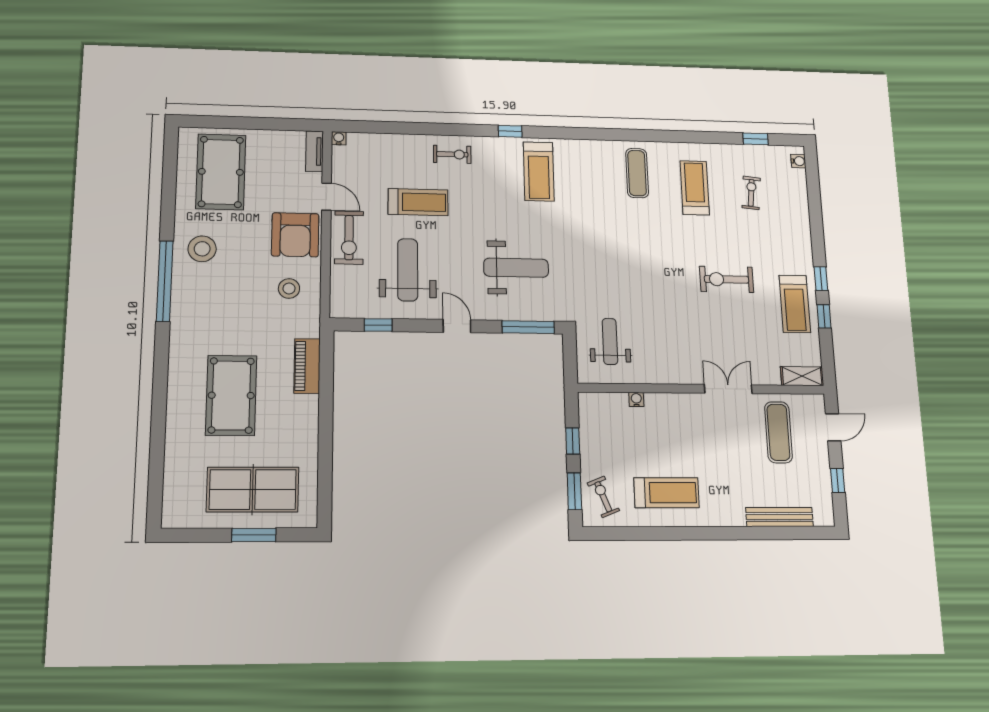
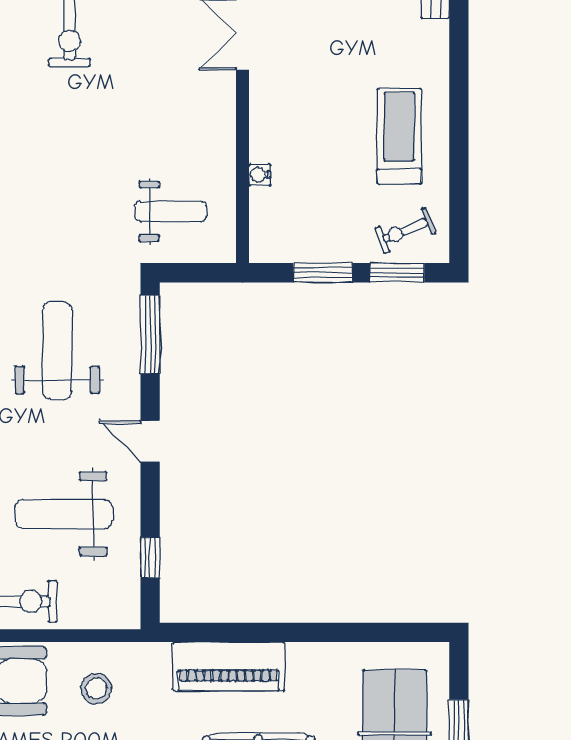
door: (457, 326) -> (150, 441), hinge flipped
weight bench: (610, 341) -> (171, 211), turned 180
piano: (307, 366) -> (229, 666), width x1.37, depth x1.33
window: (573, 441) -> (323, 273), width x1.50

